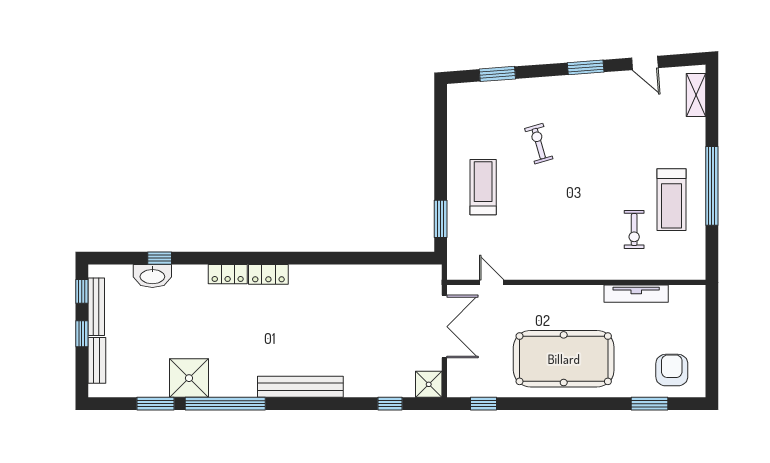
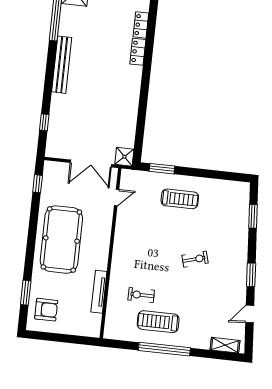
exercise bike: (539, 144) -> (195, 259), moved
shower: (429, 384) -> (124, 157), moved

